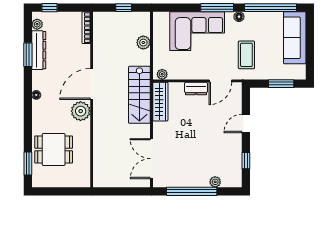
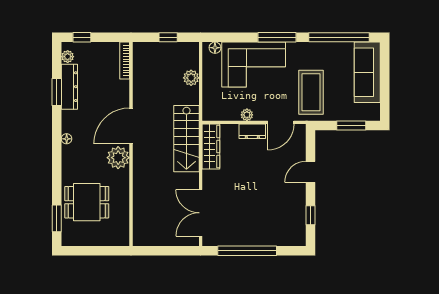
floor lamp: (239, 17) -> (215, 48), moved
coffee table: (246, 55) -> (311, 92), width x1.36, depth x1.32
plant: (162, 74) -> (247, 115), moved
plant: (215, 182) -> (275, 240), removed

